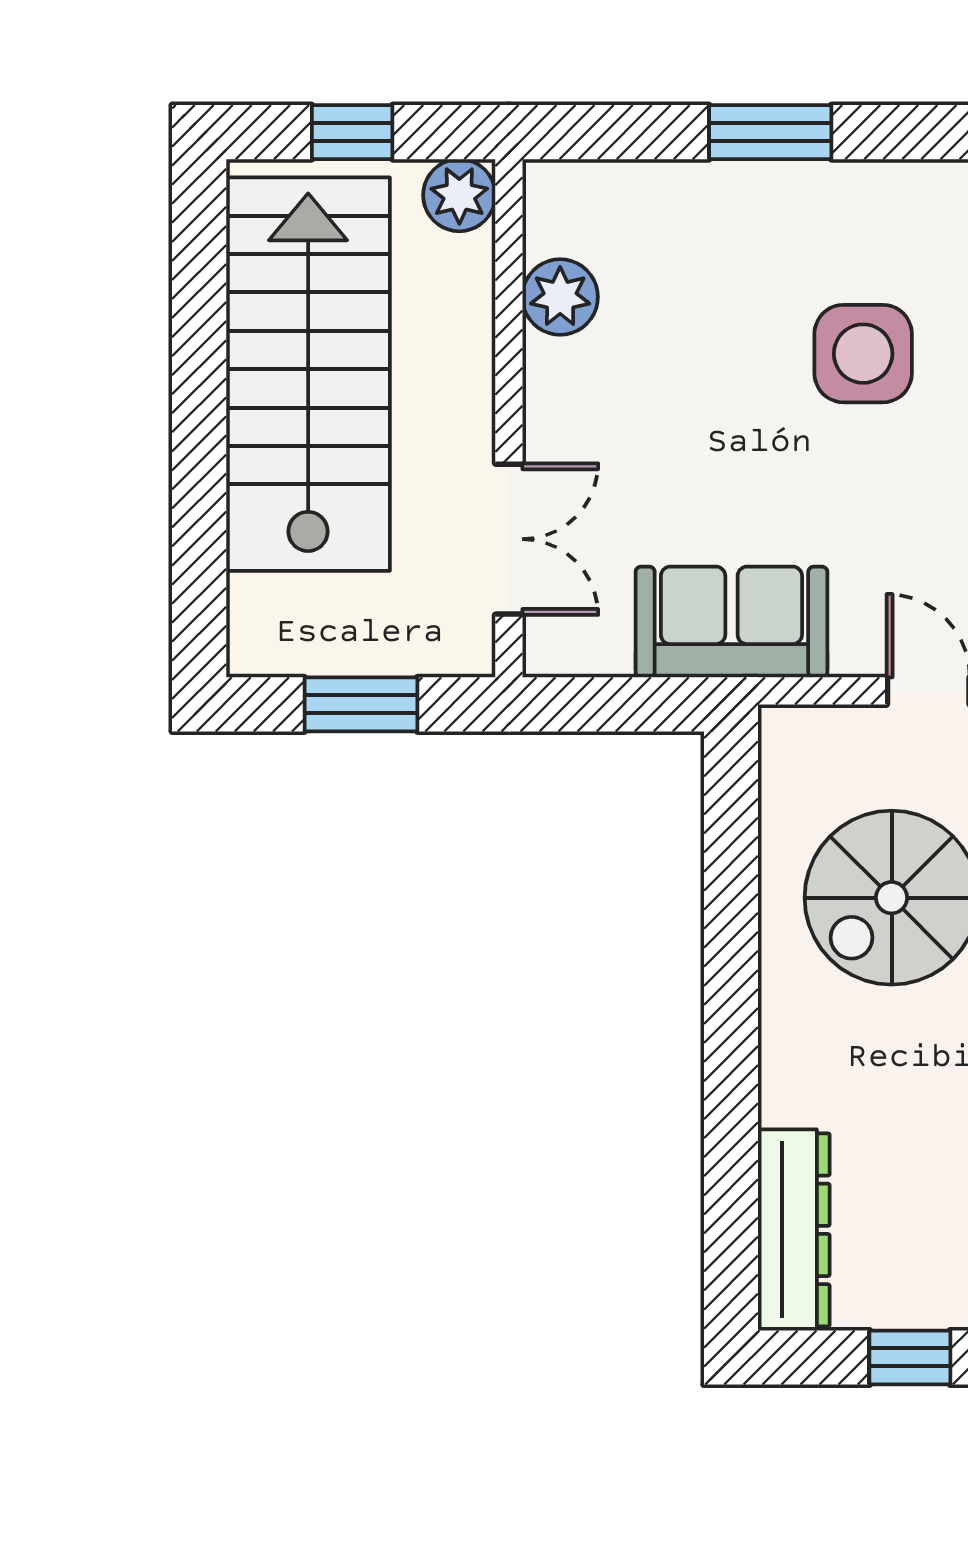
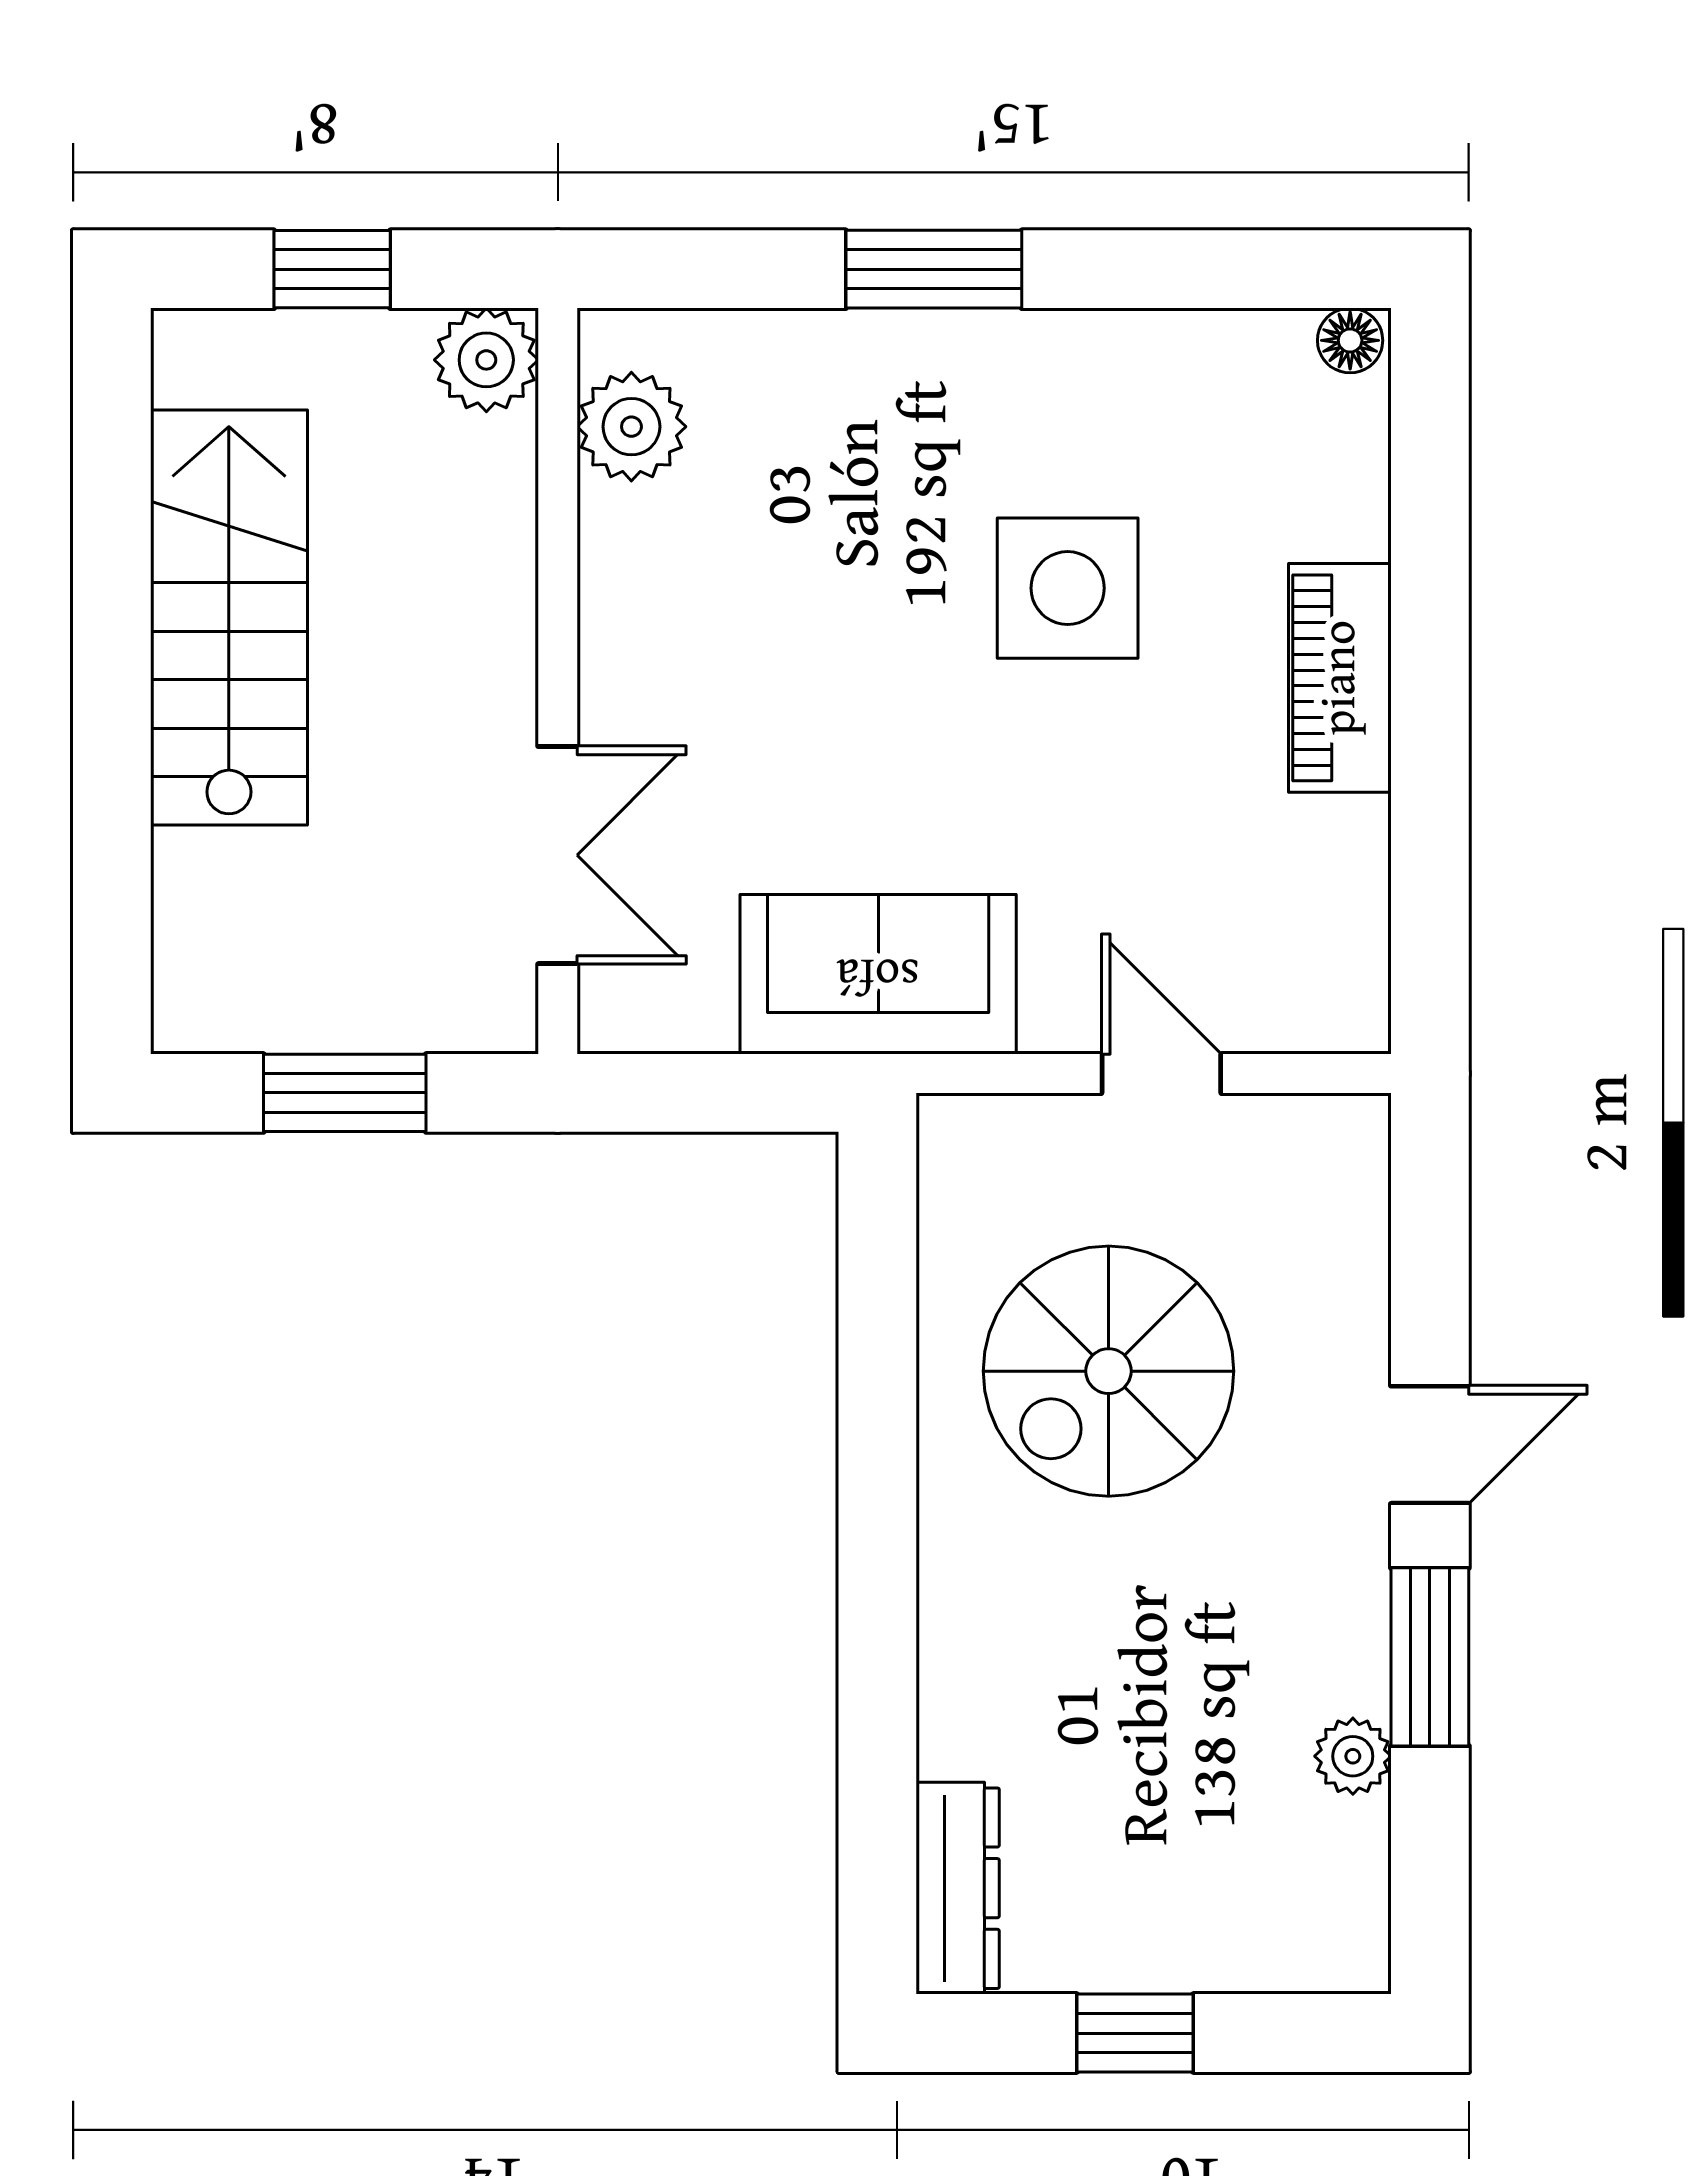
plant: (560, 297) -> (631, 427), moved
stairs: (308, 374) -> (229, 618), width x0.73, depth x0.66
dresser: (794, 1230) -> (958, 1888), width x0.73, depth x0.80

